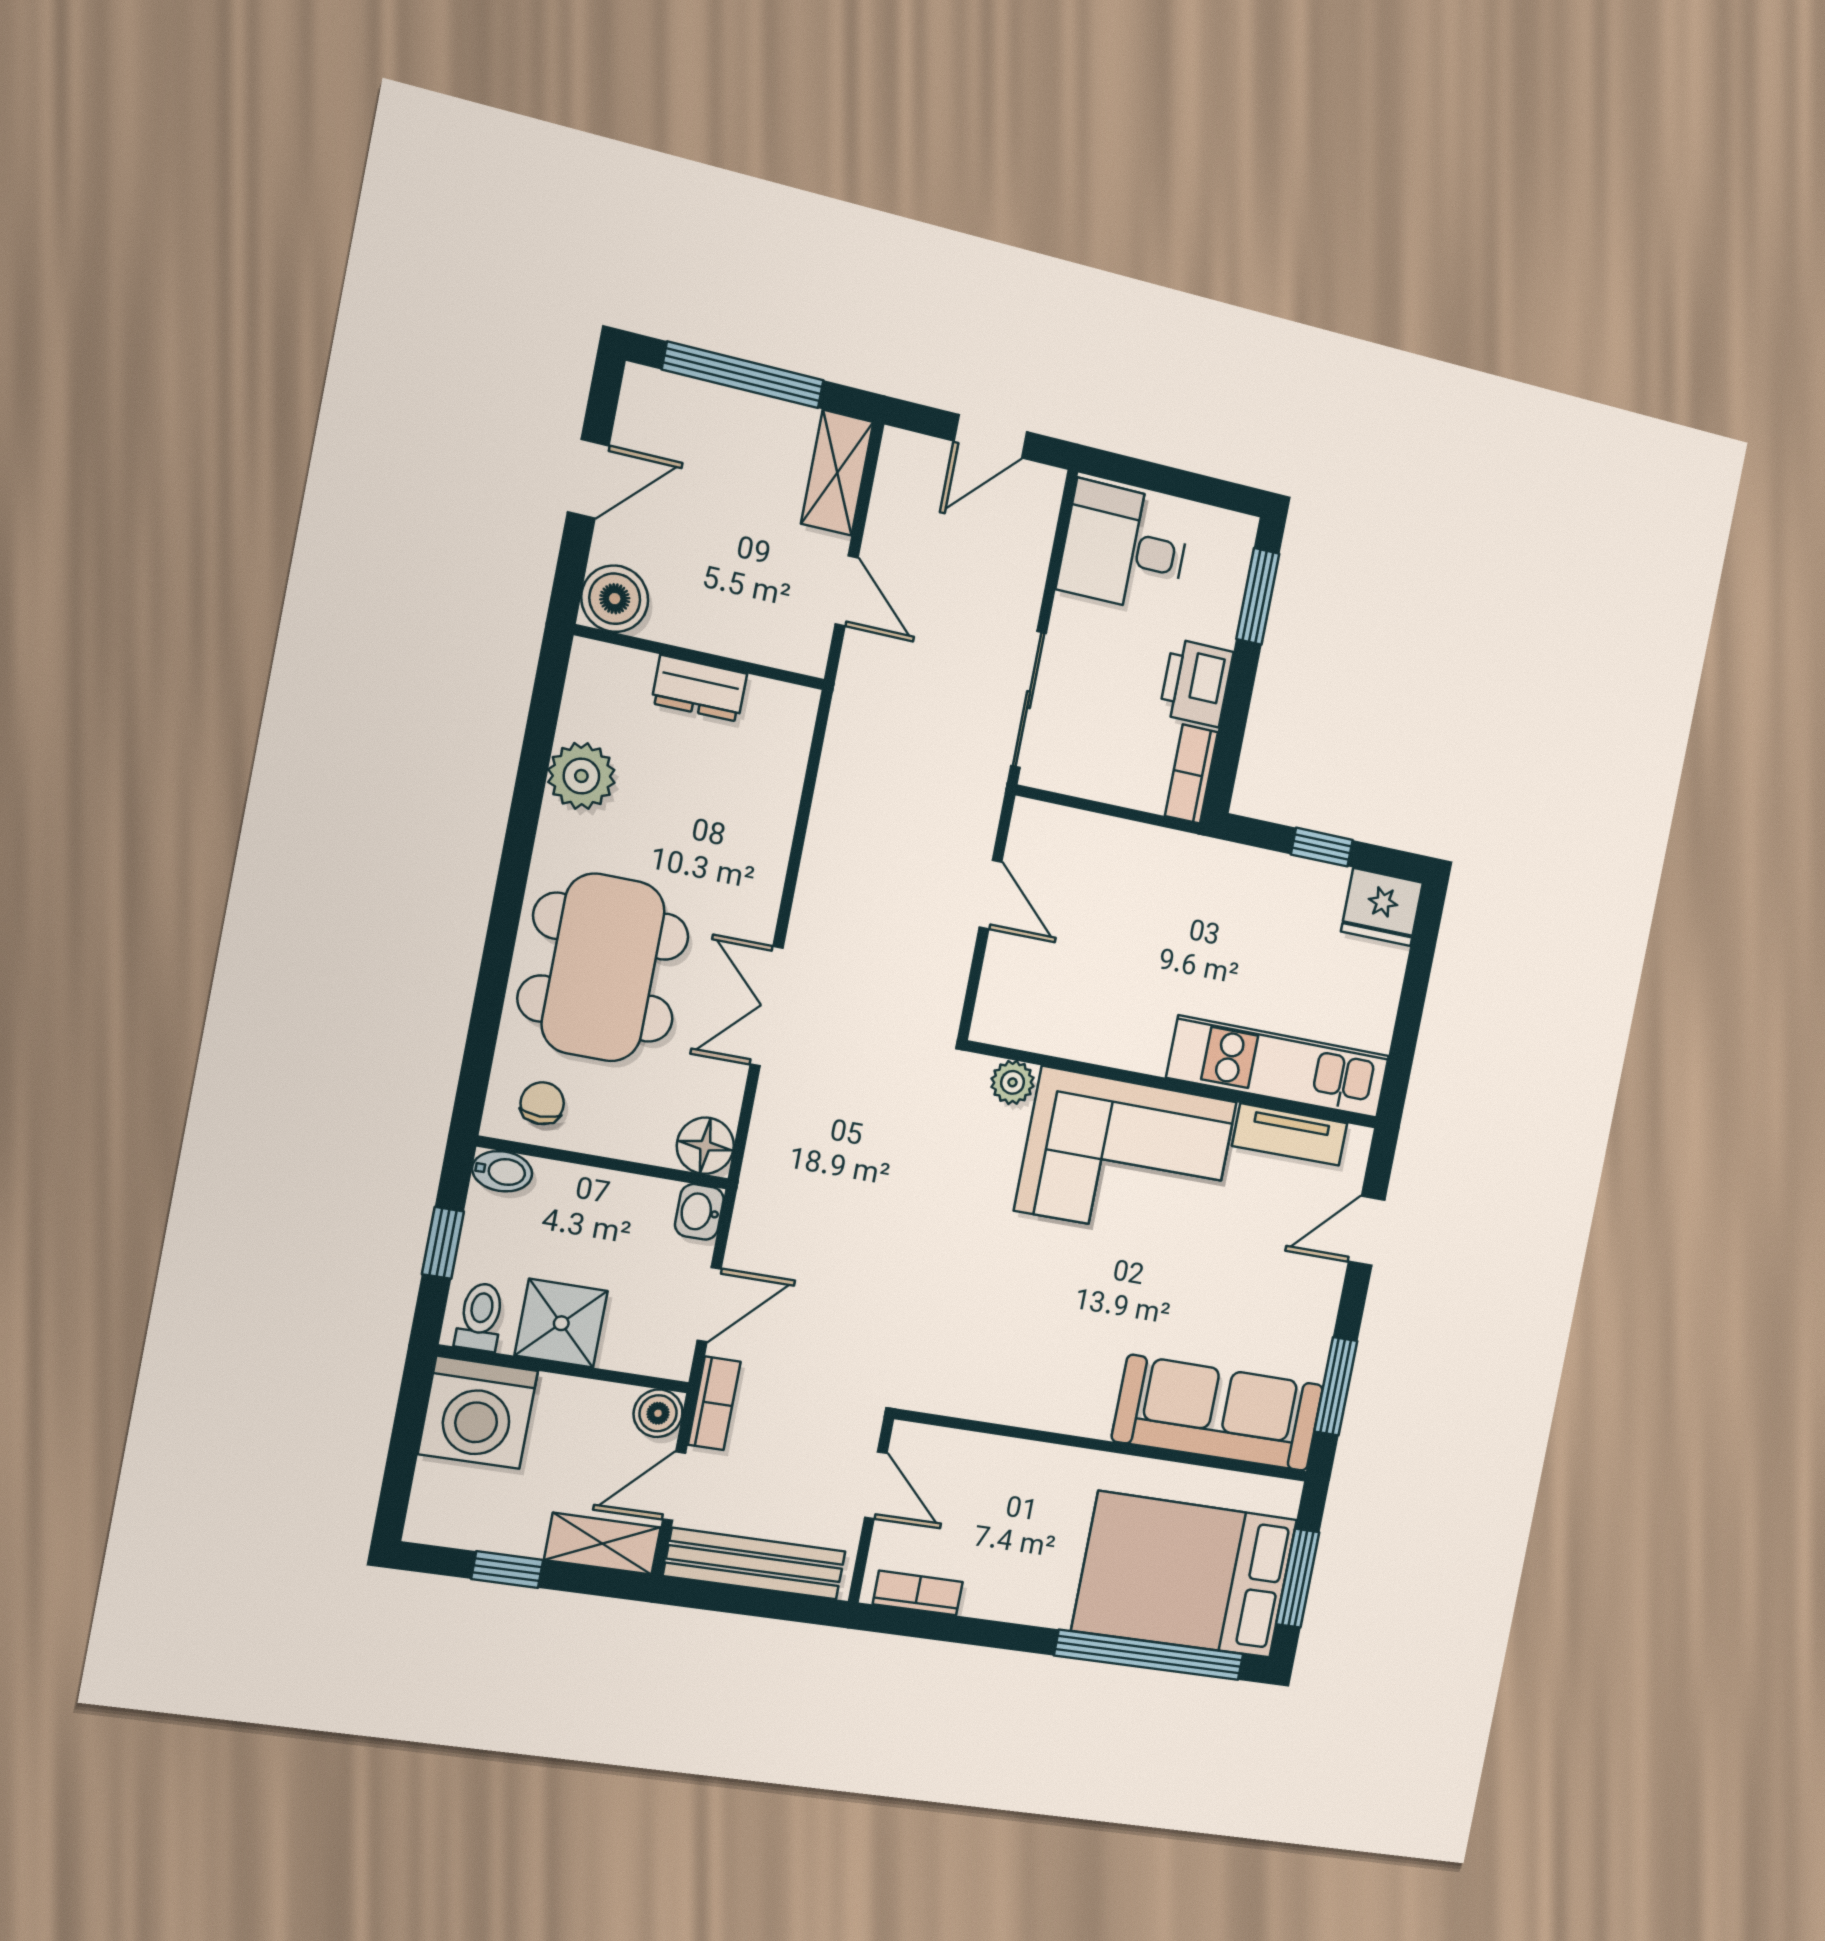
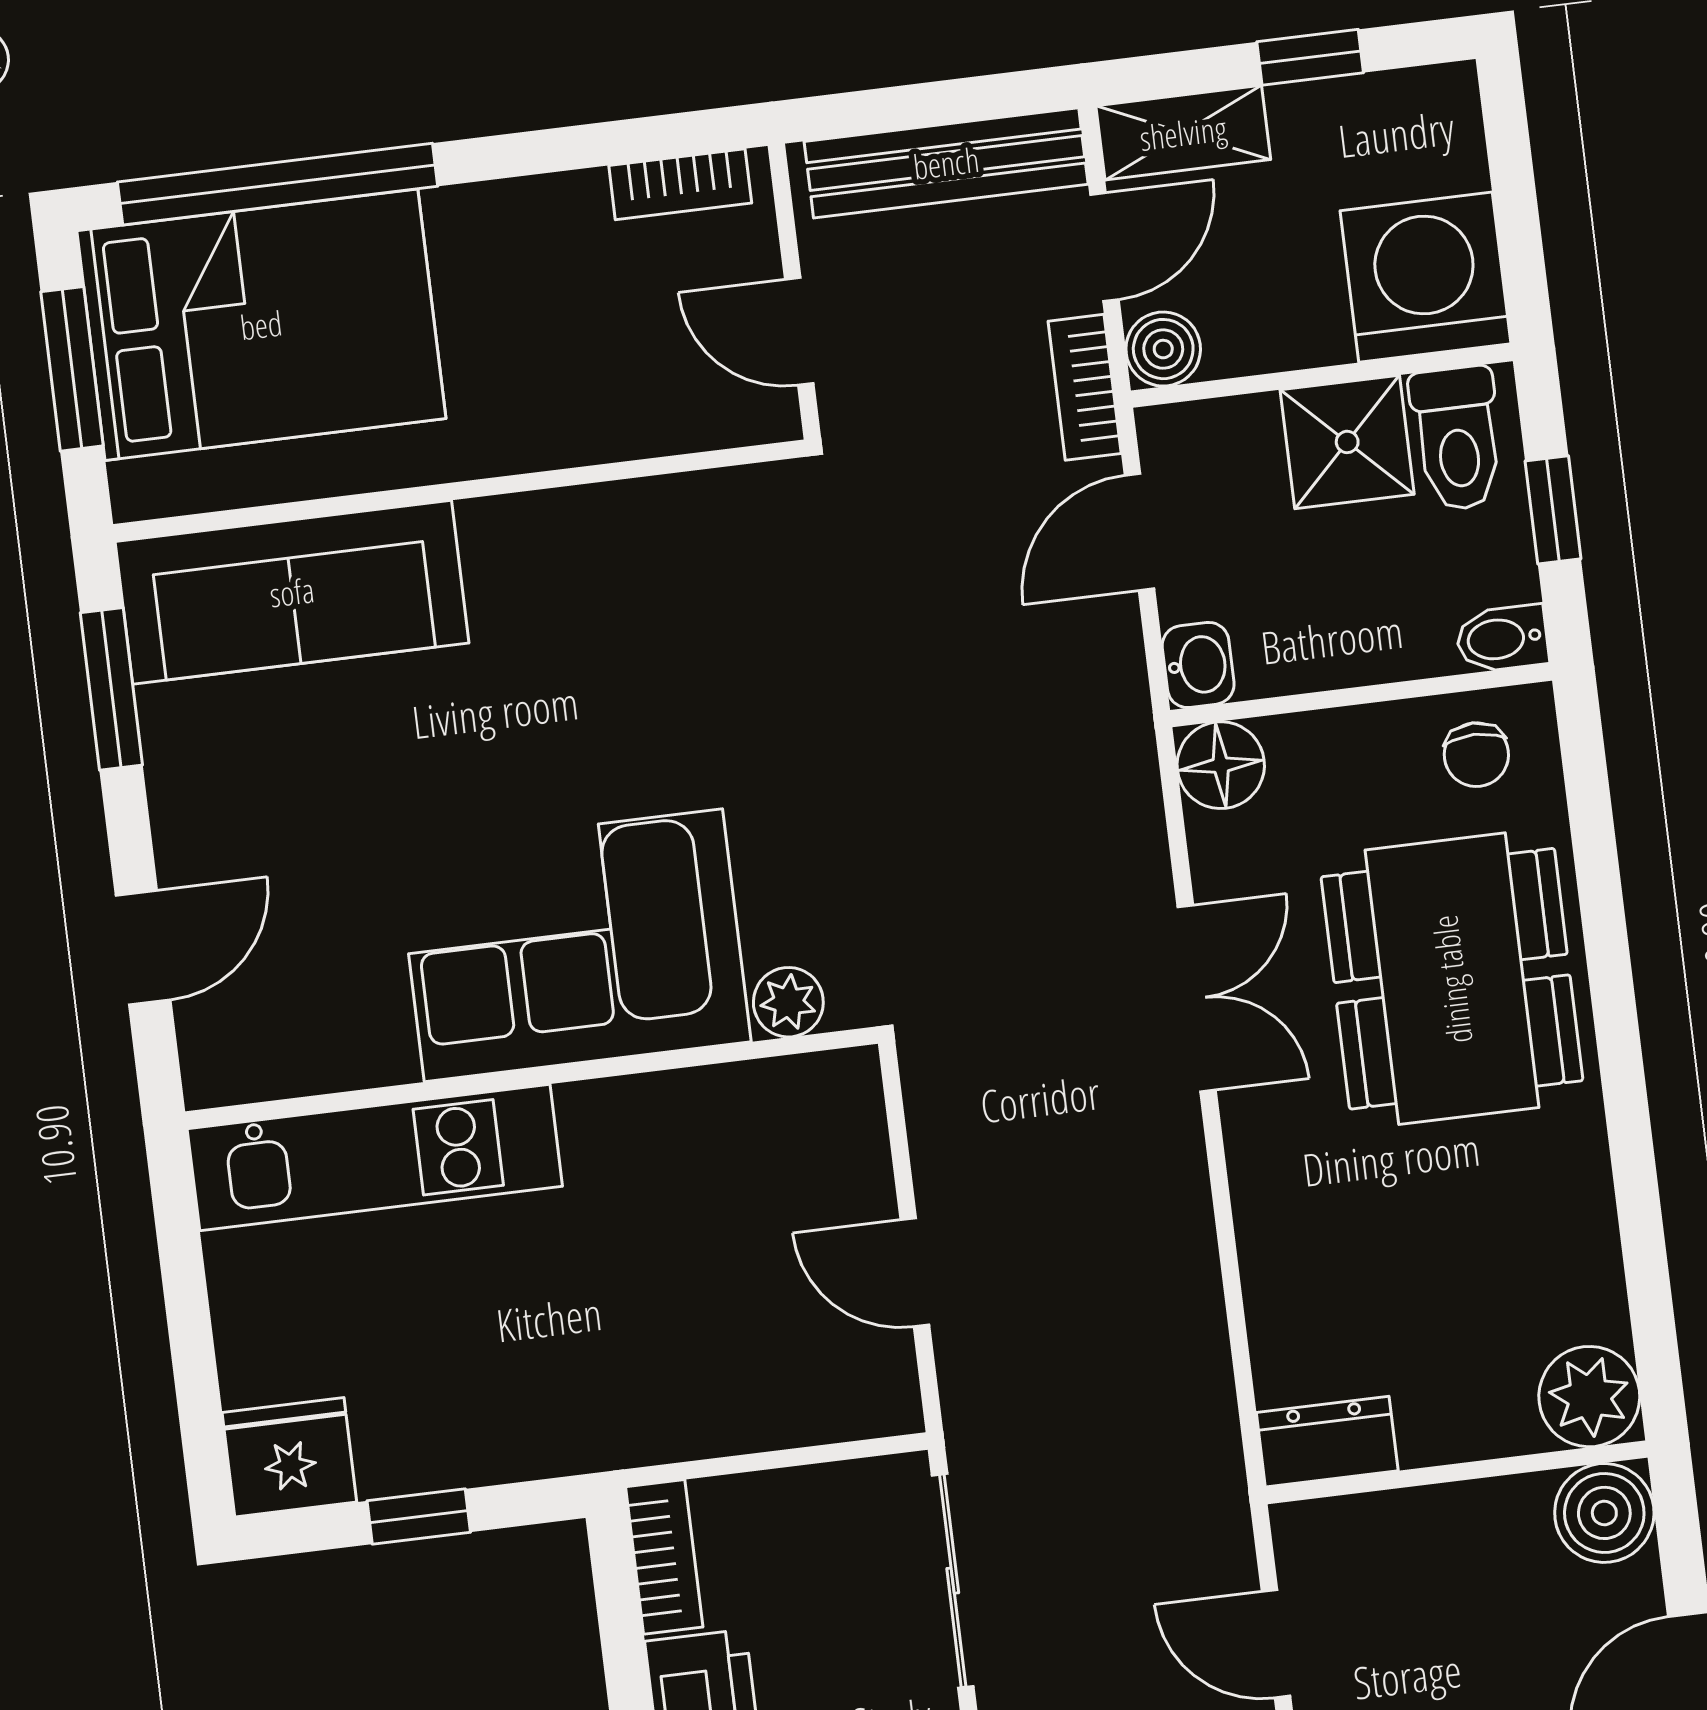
dresser: (699, 688) -> (1327, 1442), moved
plant: (581, 776) -> (1589, 1397), moved
tv unit: (1290, 1134) -> (321, 1059), removed
toilet: (480, 1317) -> (1457, 439), width x1.37, depth x1.39

